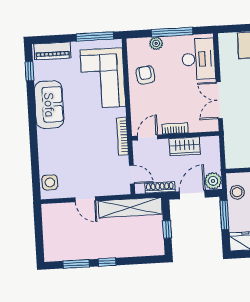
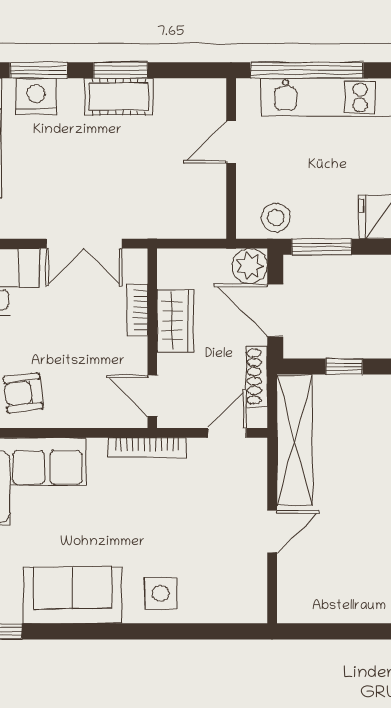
bookcase: (175, 129) -> (137, 310), moved
side table: (50, 182) -> (161, 593), moved

